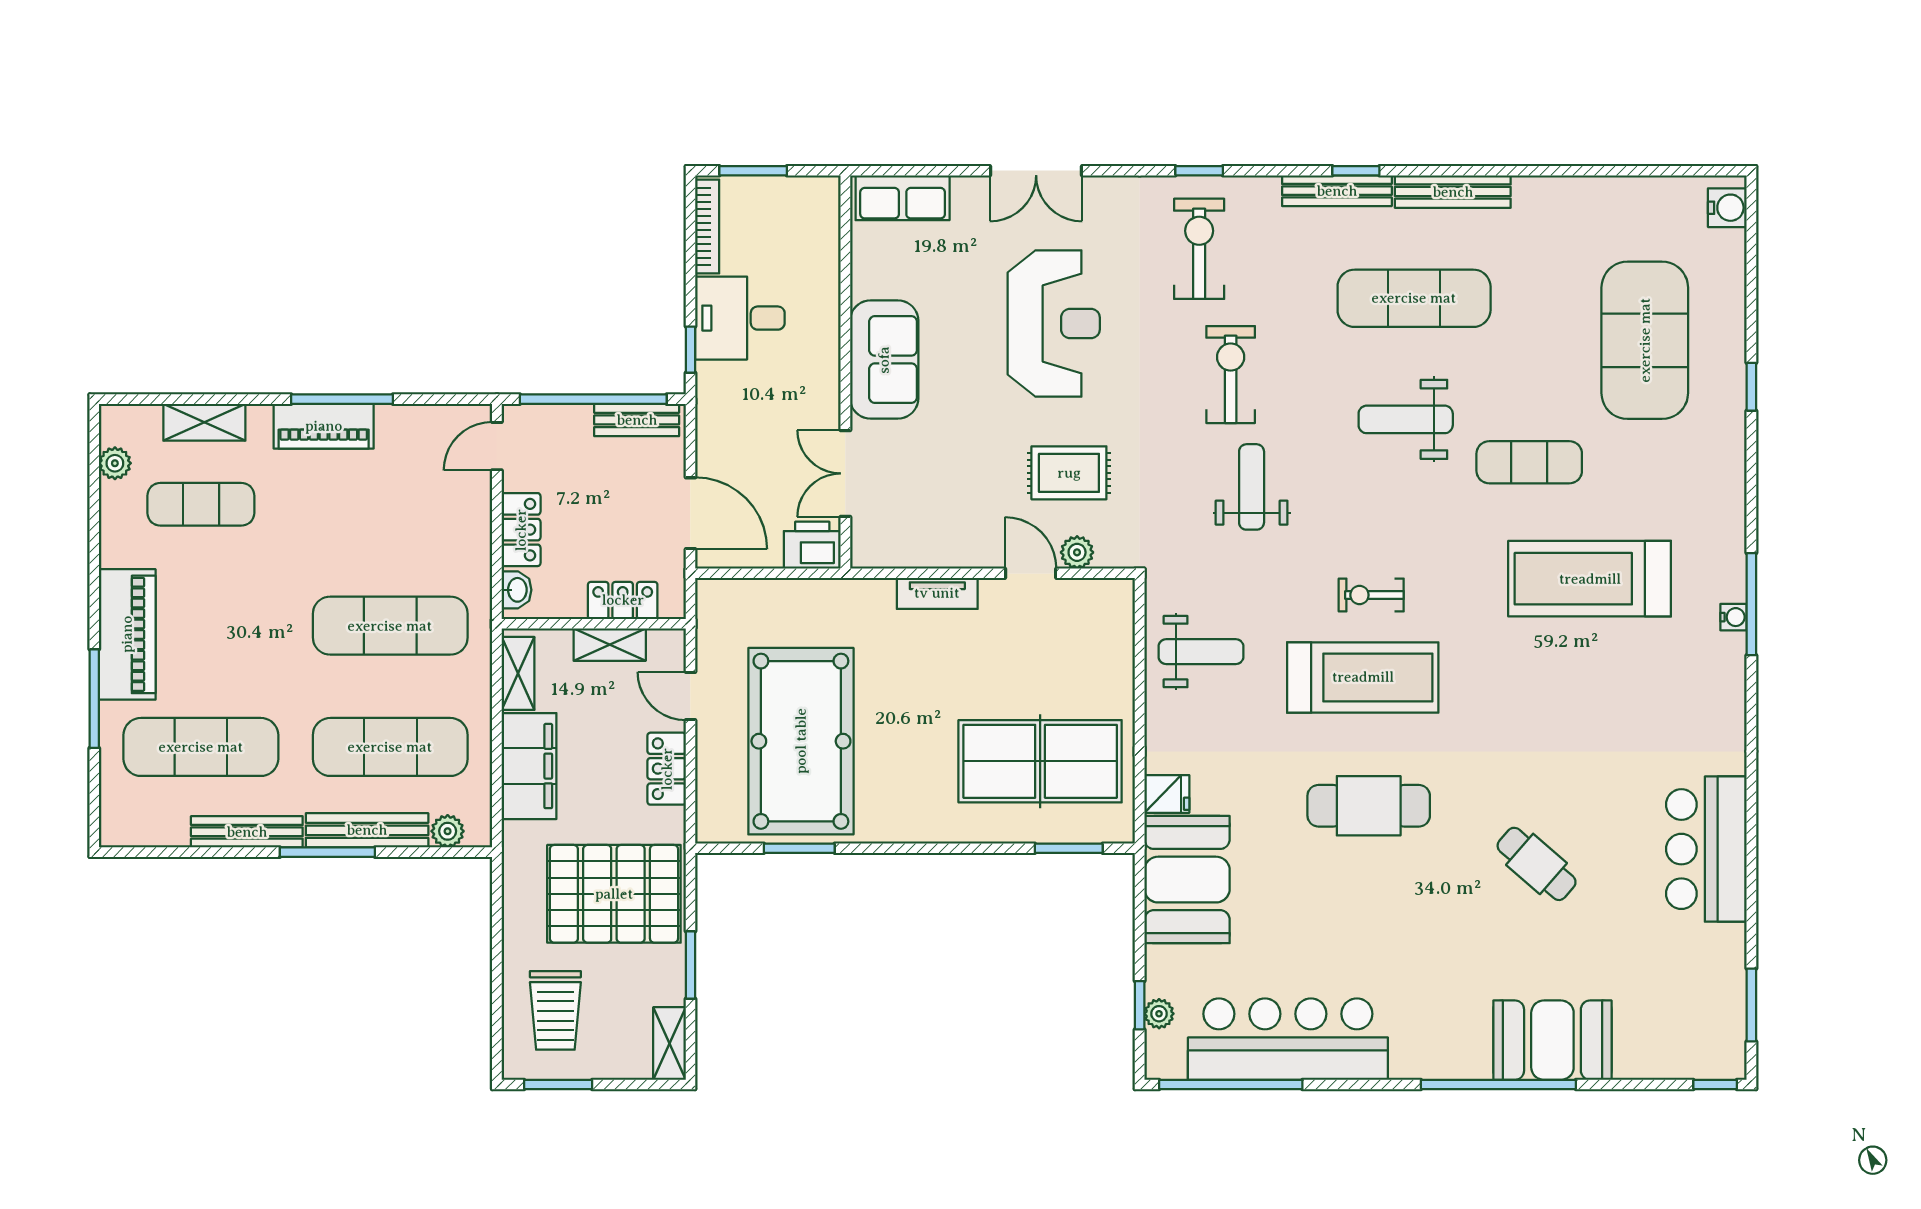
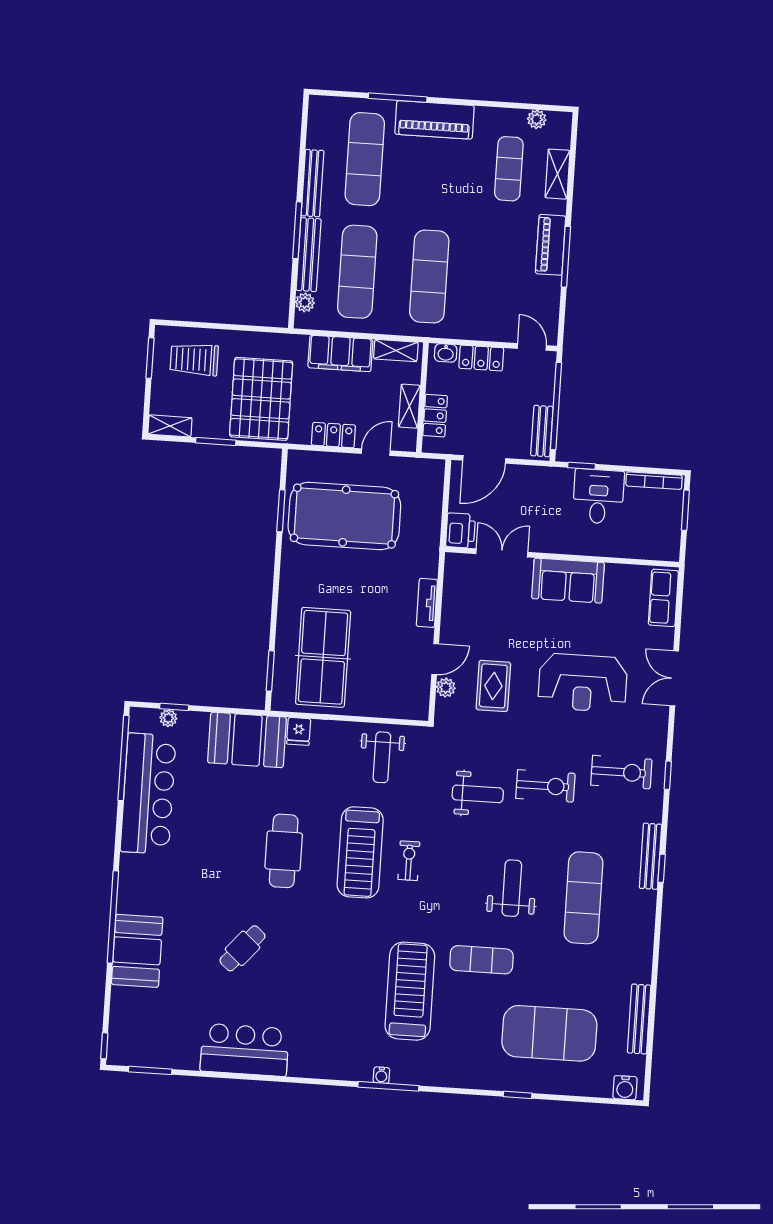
bench: (1453, 192) -> (639, 1019), moved
exercise mat: (1529, 462) -> (481, 960), turned 90

